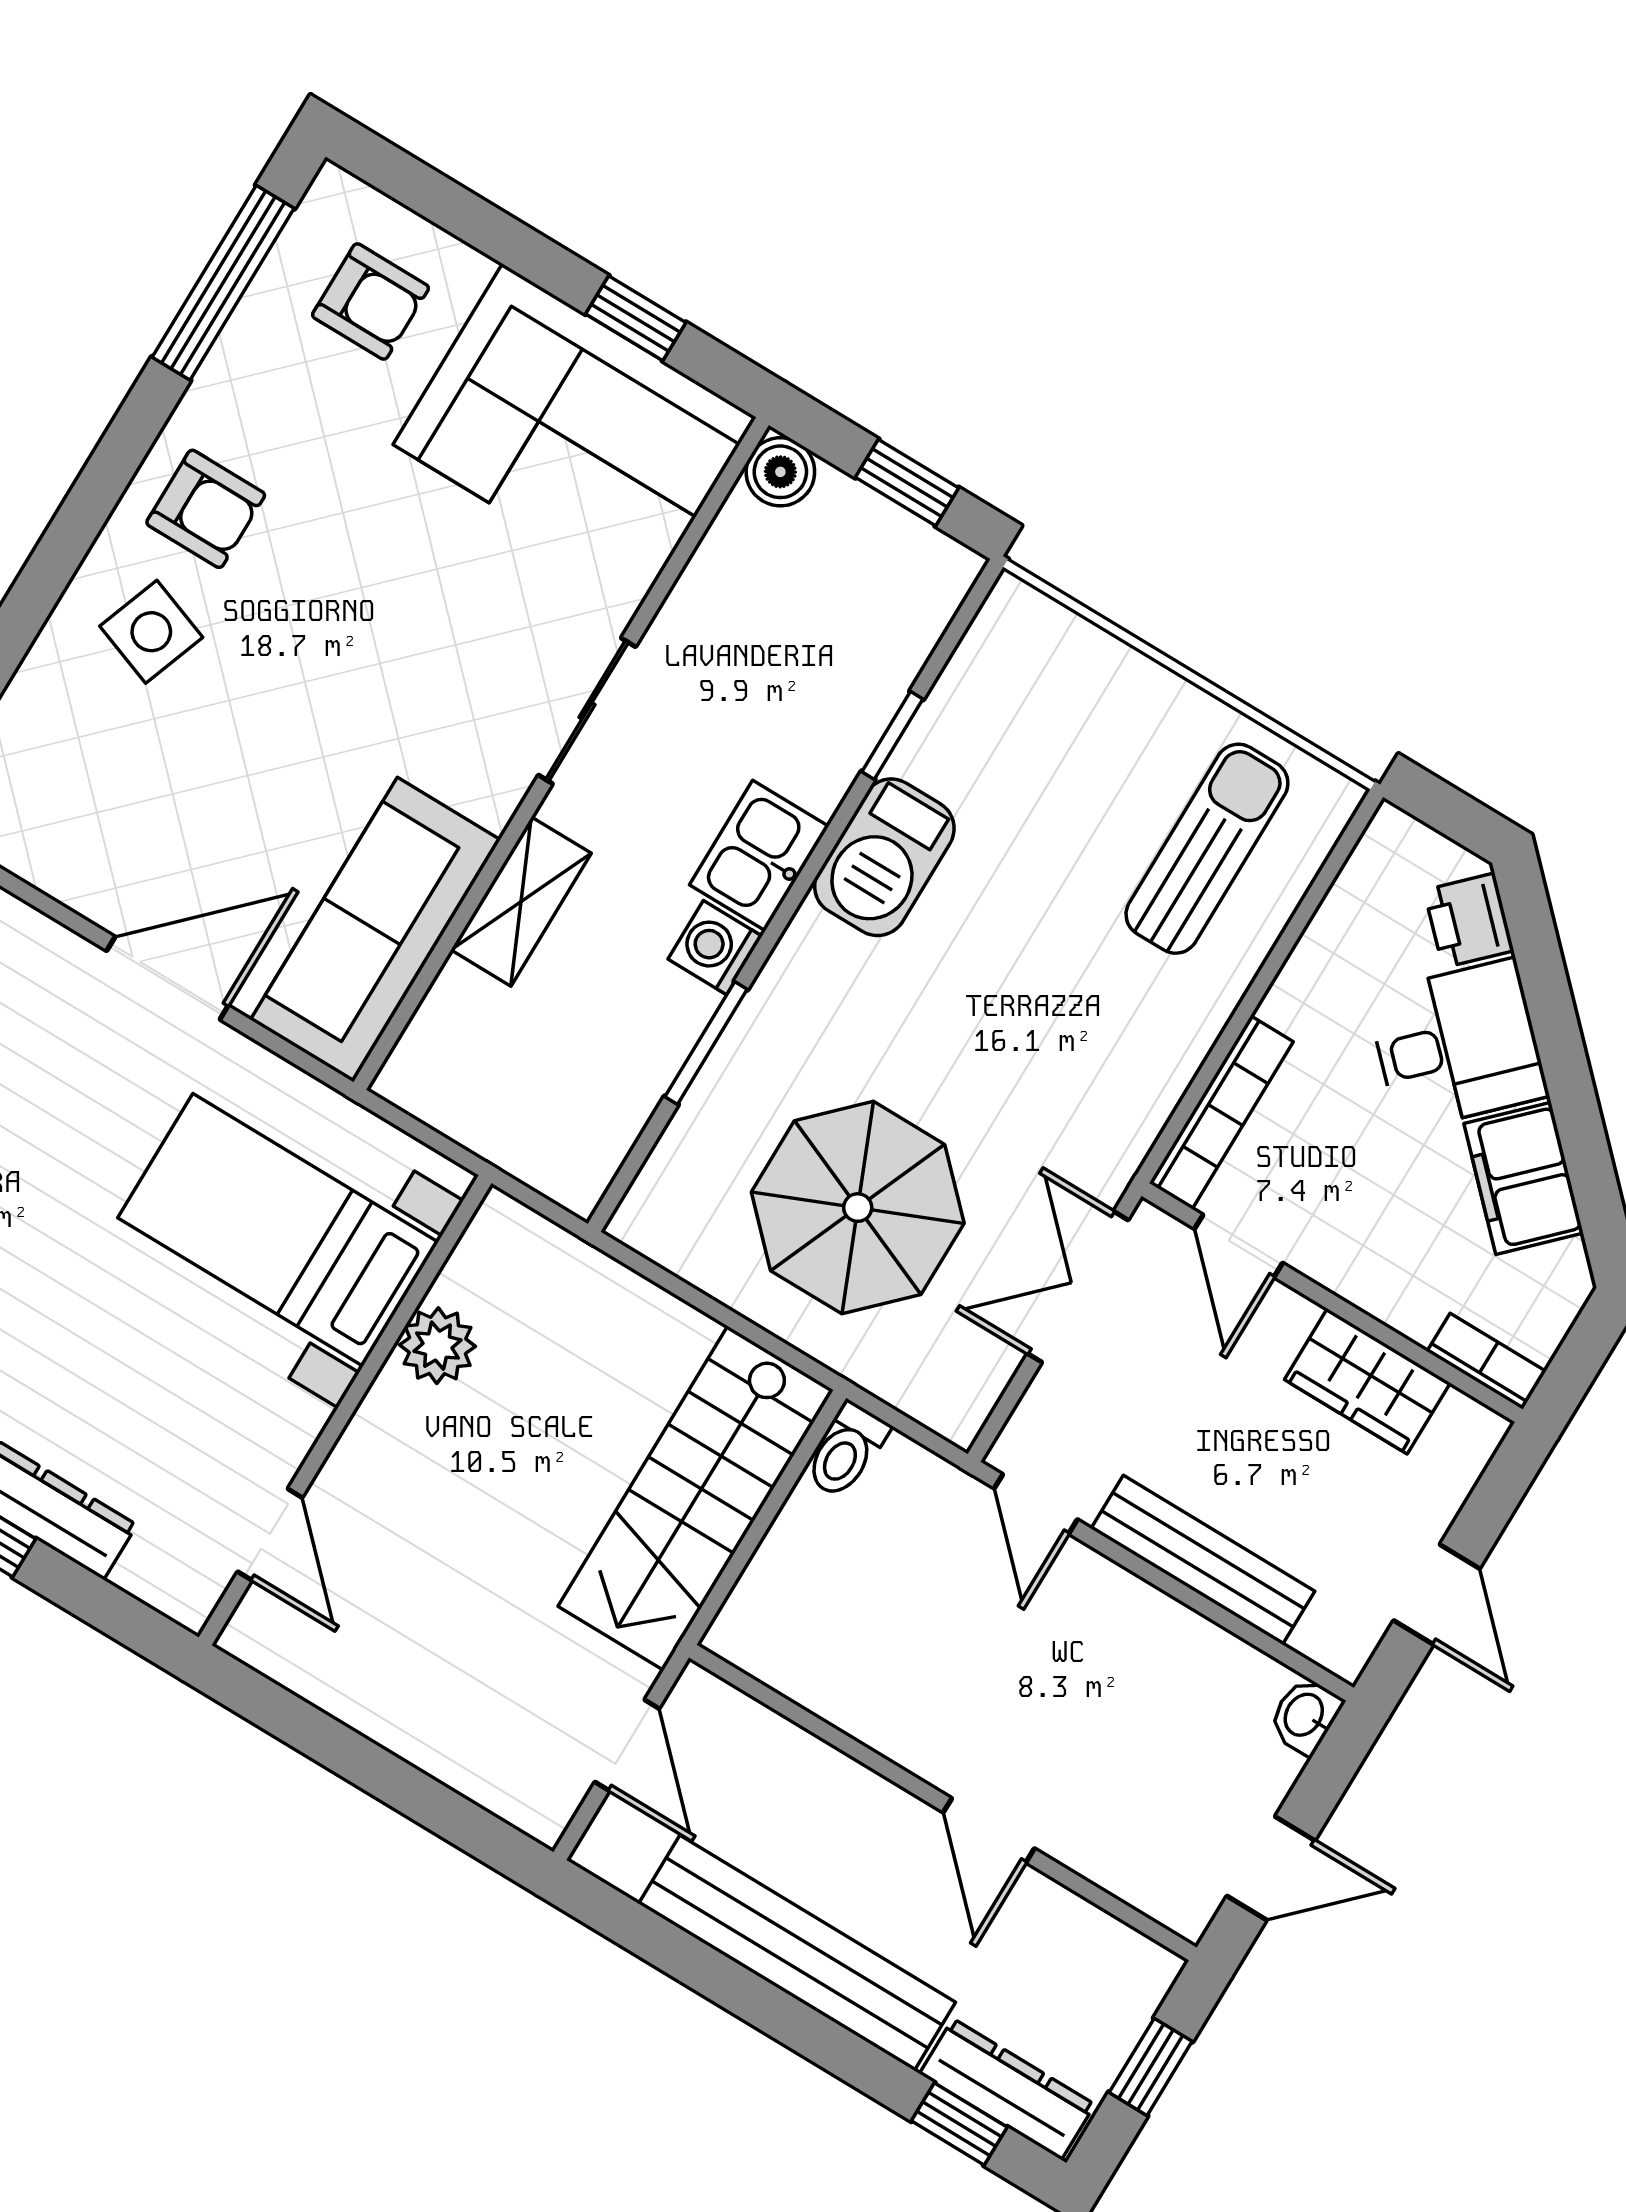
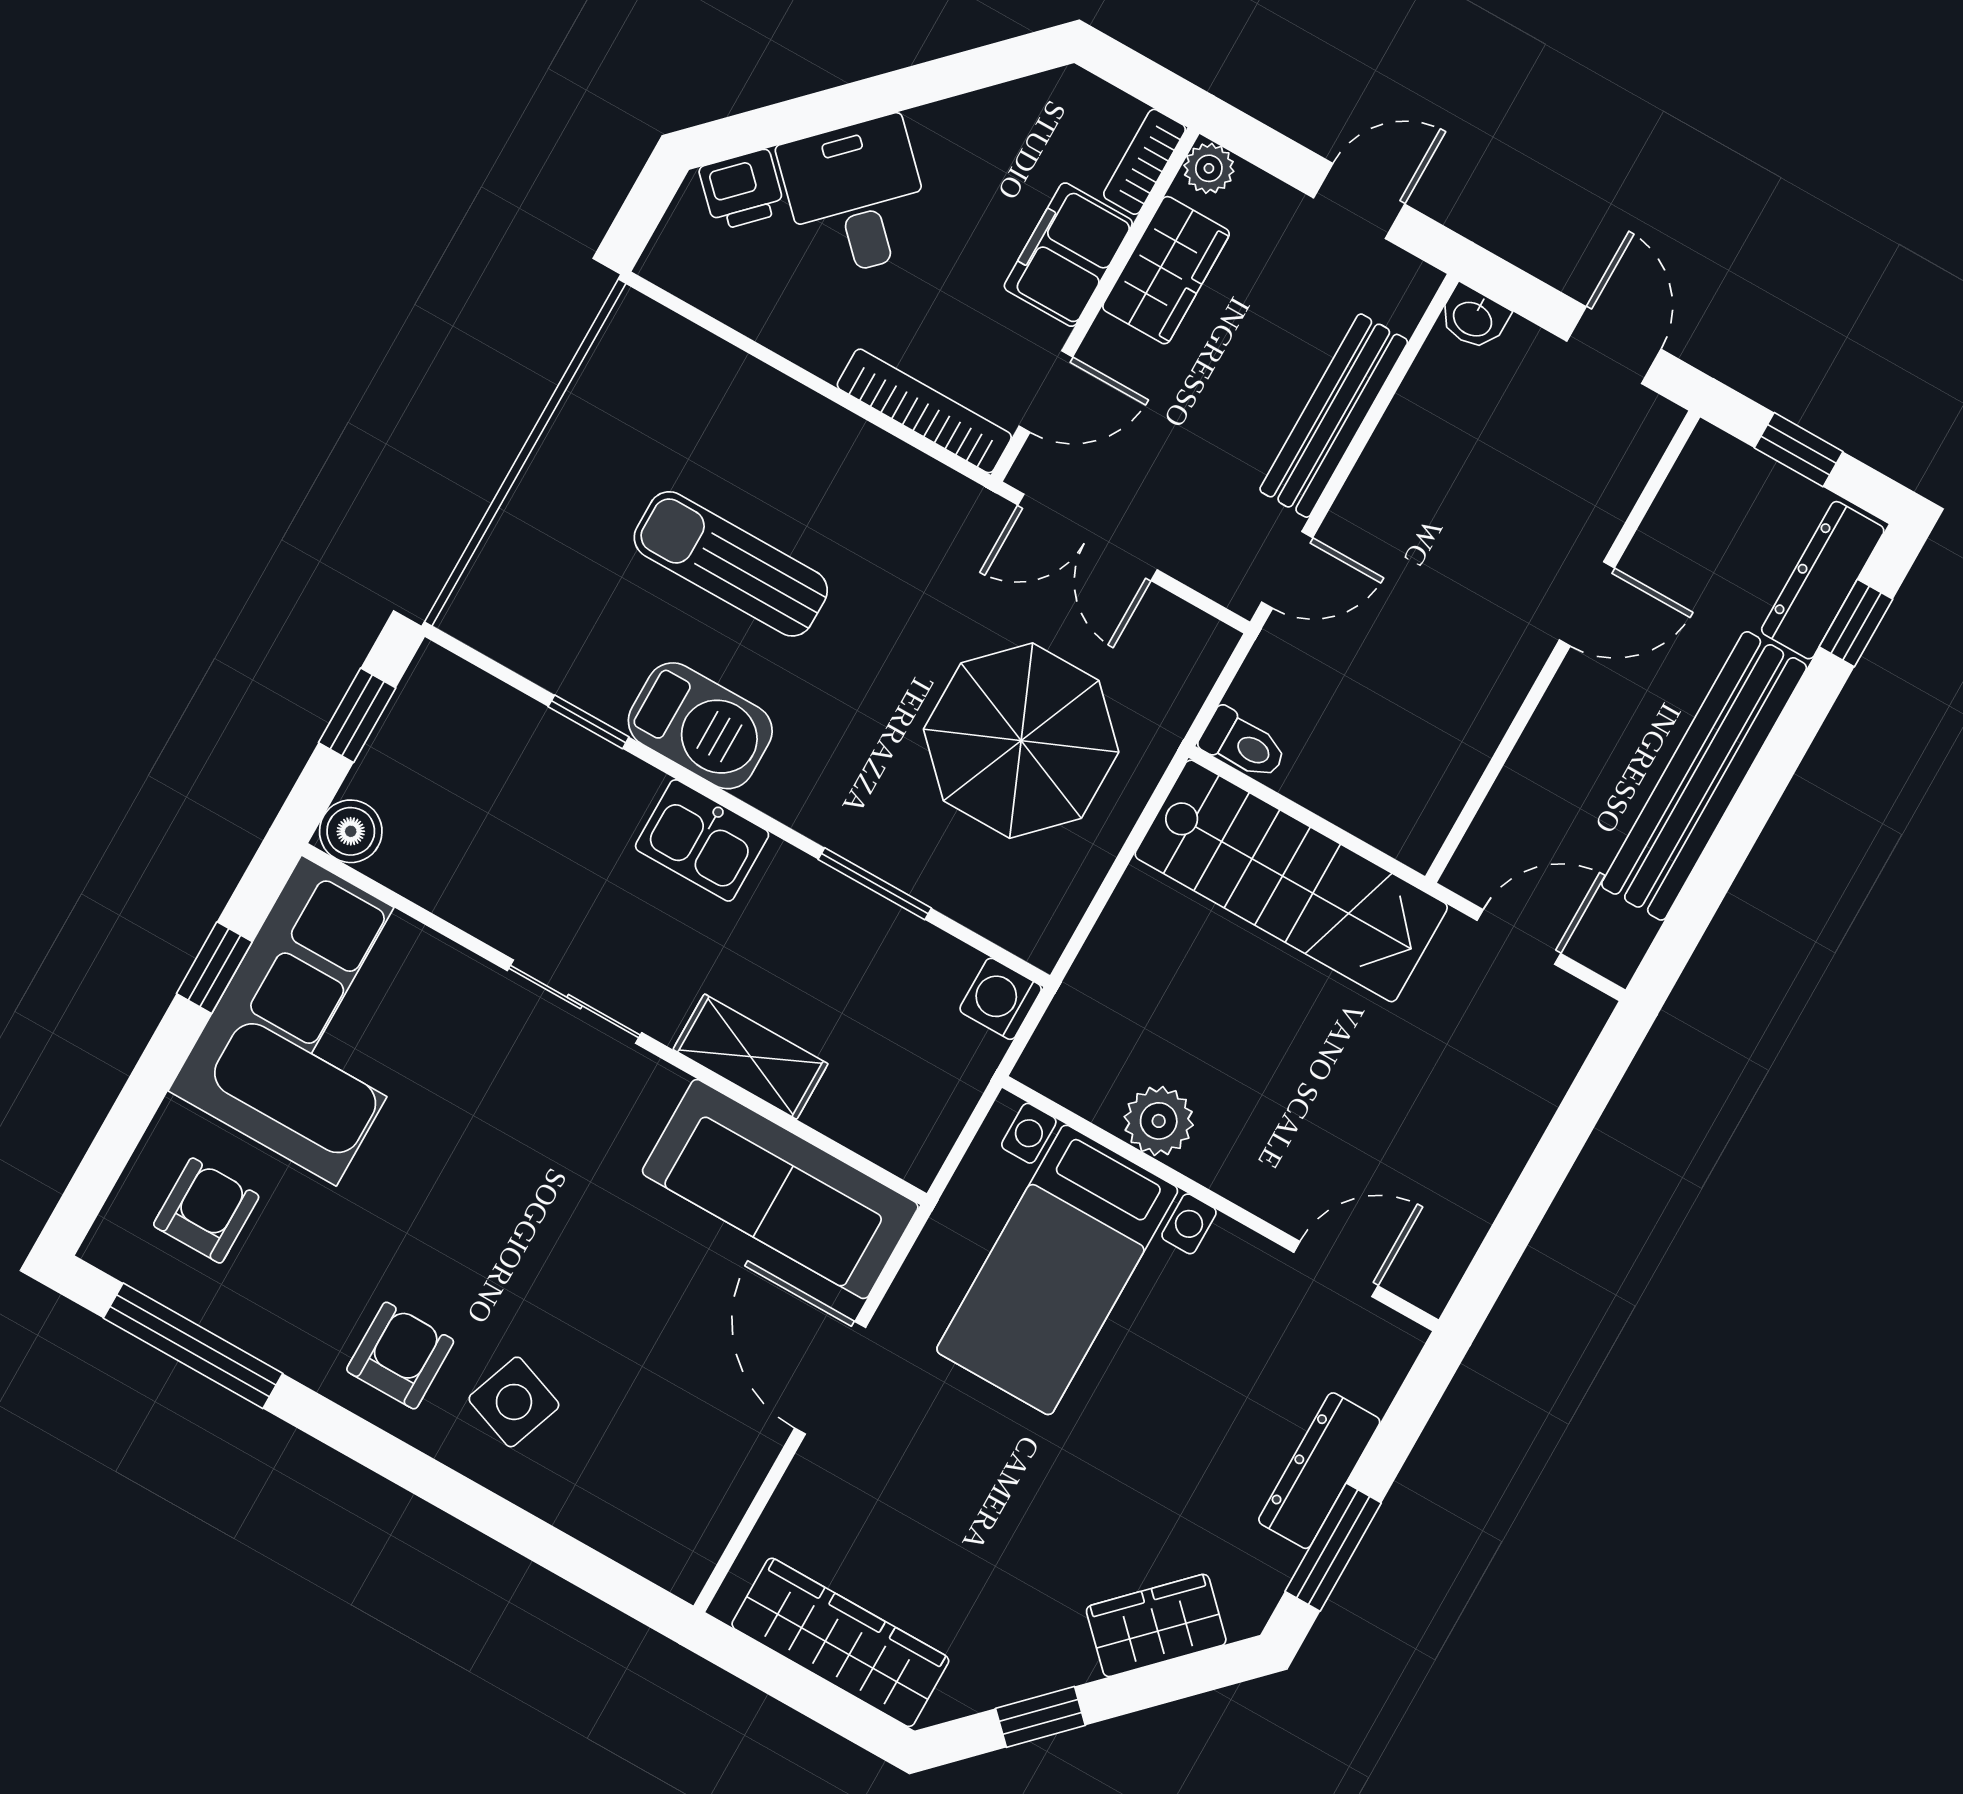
sun lounger: (1207, 849) -> (731, 564), moved
washing machine: (715, 948) -> (1001, 999), moved, turned 90
filing cabinet: (1524, 1178) -> (1068, 255), moved, turned 135
plant: (1477, 1431) -> (1209, 168), added

